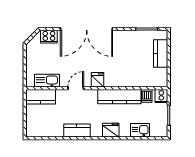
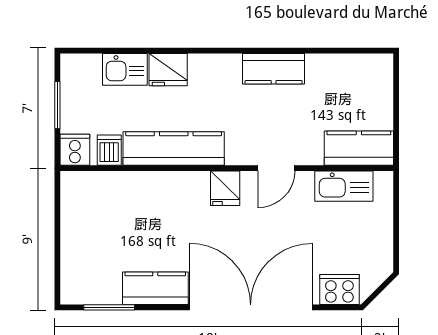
kitchen counter: (161, 53) -> (155, 288), moved, turned -90
fridge: (111, 130) -> (168, 70), moved

